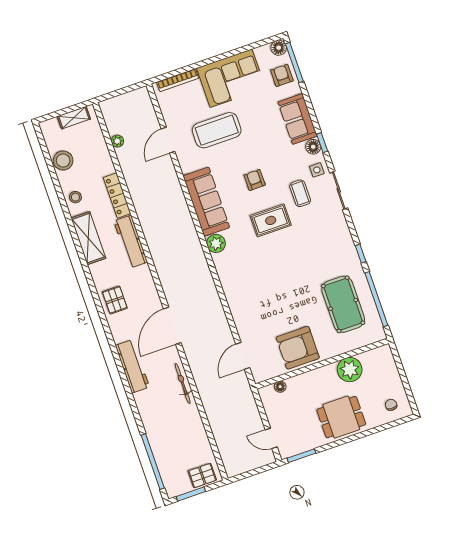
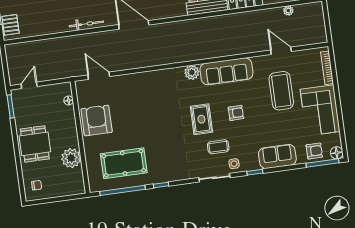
floor lamp: (313, 147) -> (253, 164), removed

